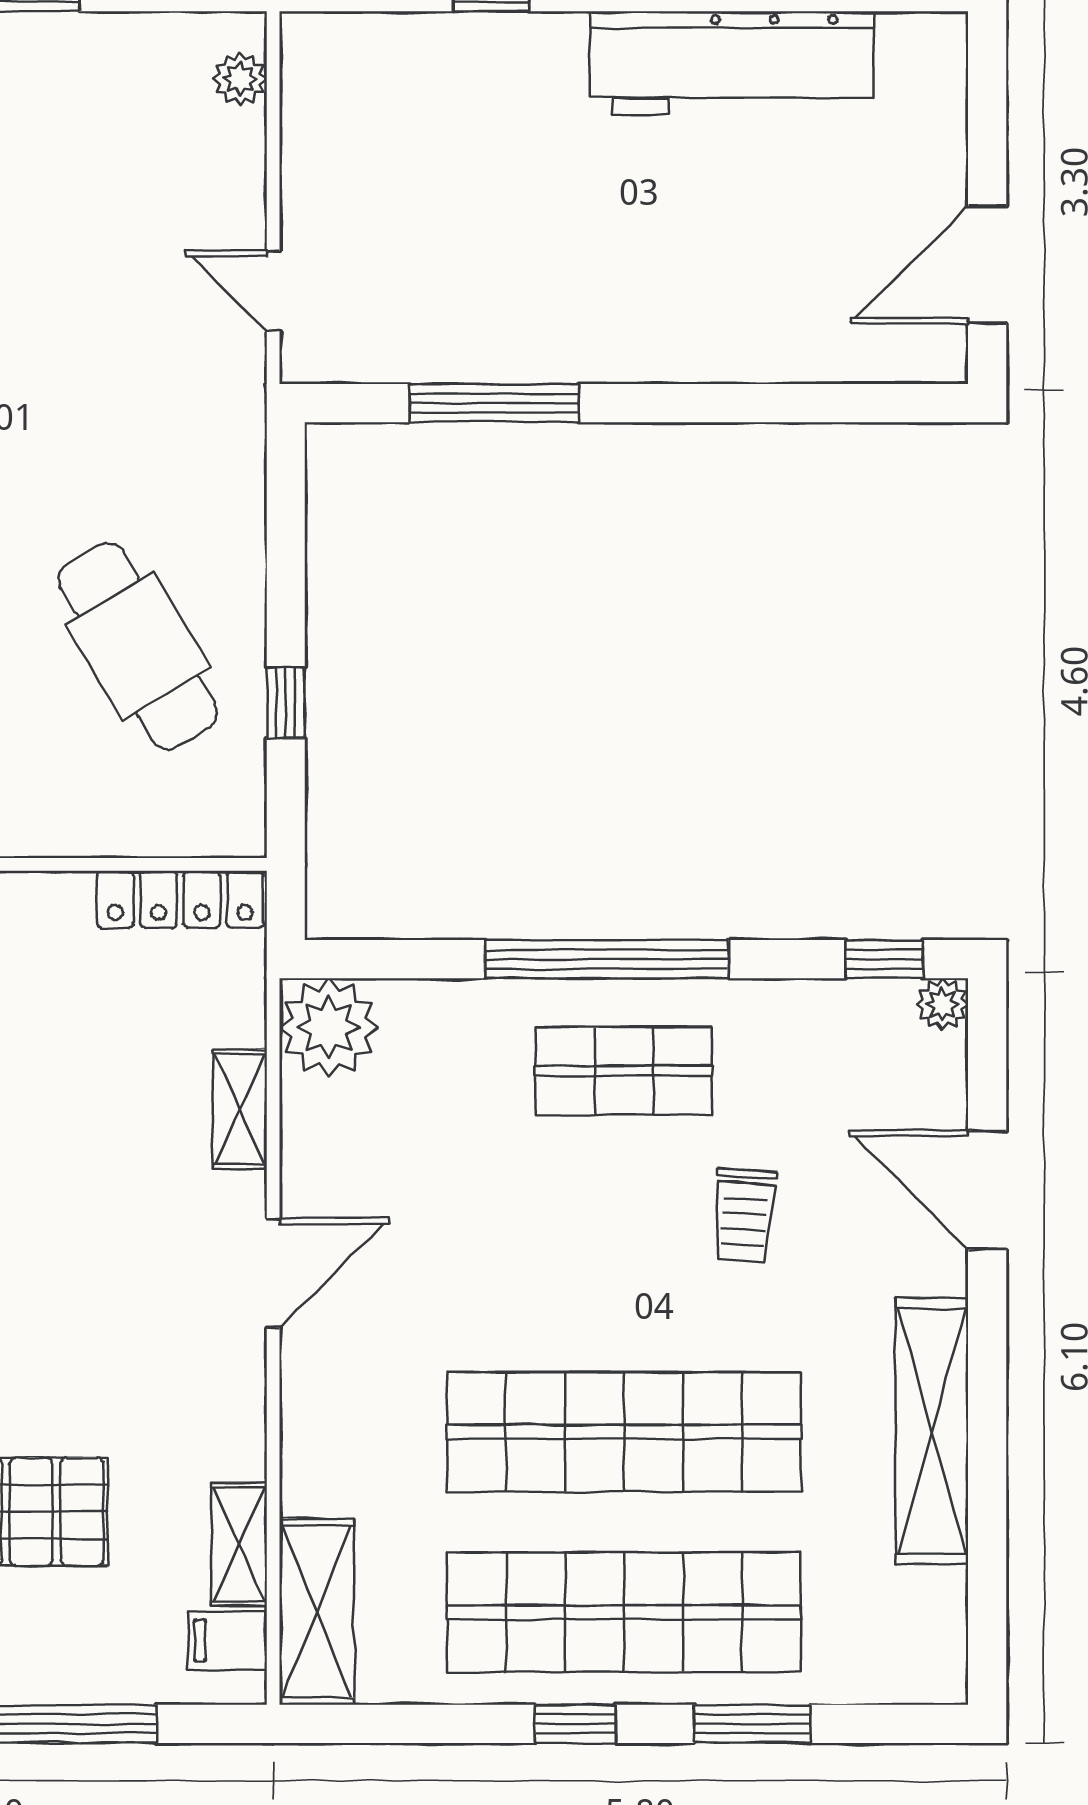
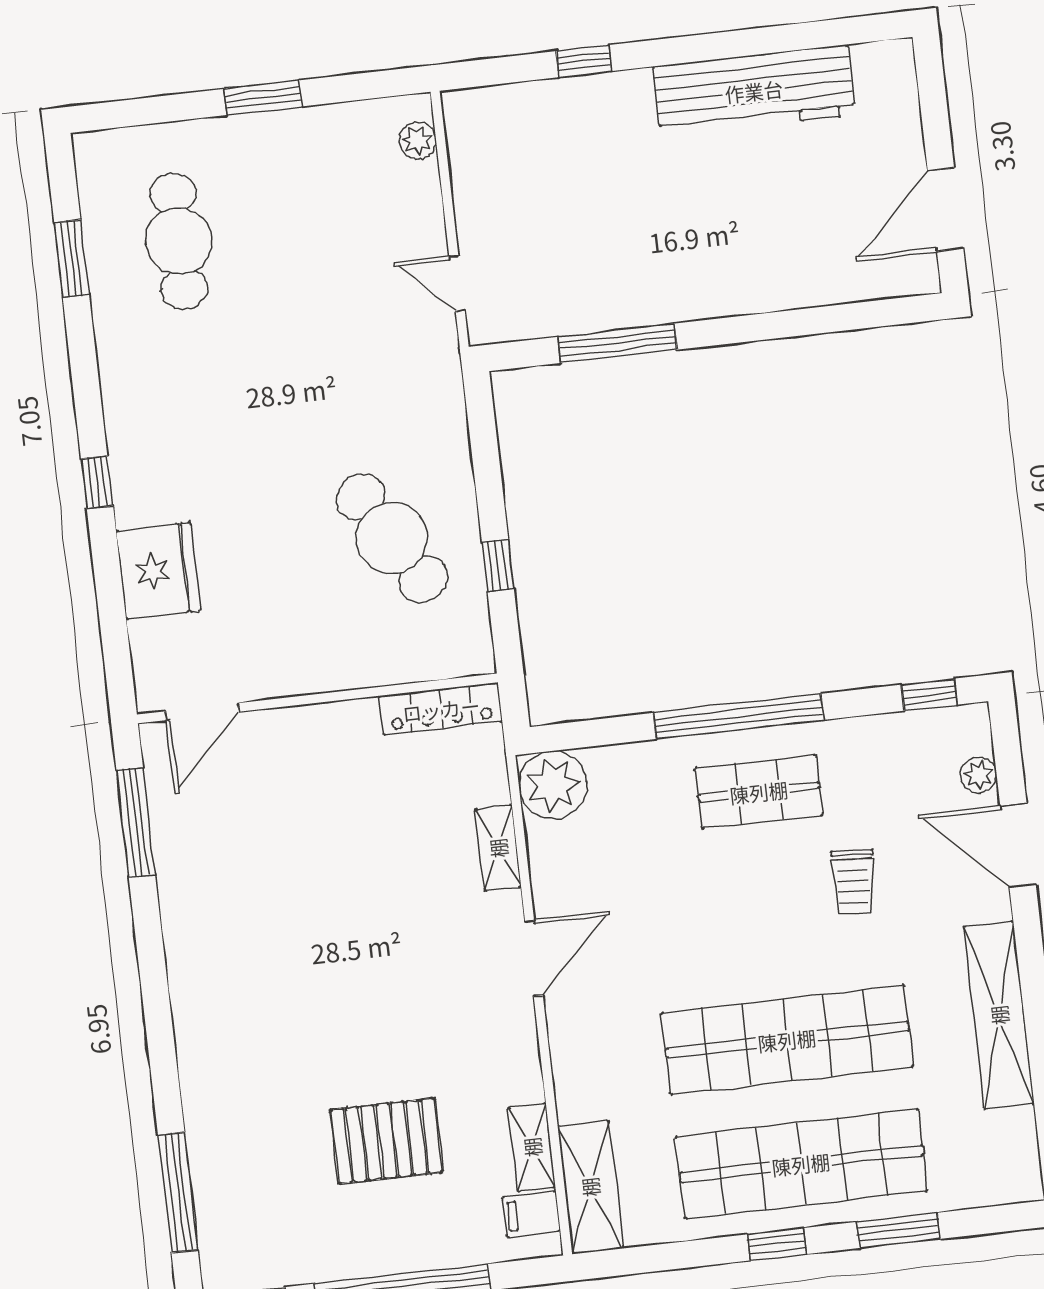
plant: (942, 1004) -> (979, 775), moved

